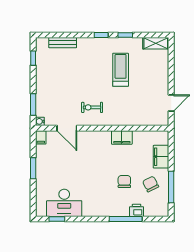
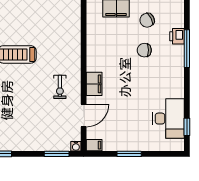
filing cabinet: (122, 137) -> (94, 84), moved

